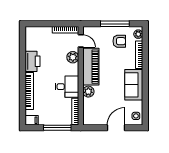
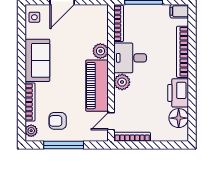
door: (81, 41) -> (111, 121), hinge flipped
floor lamp: (32, 43) -> (179, 118), added
plant: (73, 57) -> (122, 82), moved

